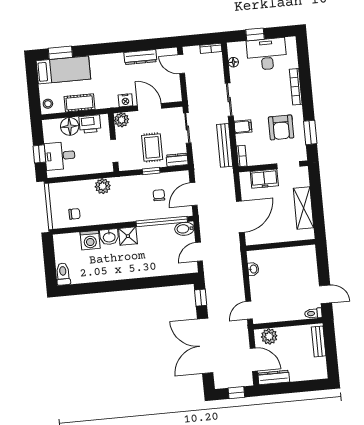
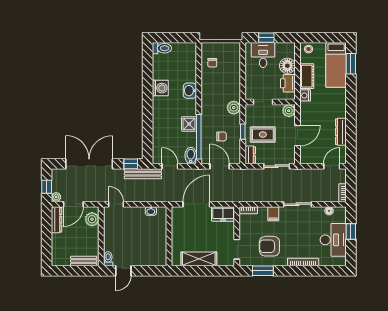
nightstand: (125, 100) -> (305, 95), moved
bench: (225, 145) -> (143, 174), moved
freezer: (264, 179) -> (223, 214), moved, turned -90
plant: (103, 186) -> (234, 108), moved
door: (240, 217) -> (196, 204), swing flipped
shower: (128, 236) -> (189, 124), moved
washing machine: (90, 240) -> (160, 88), moved, turned 180
plant: (247, 380) -> (56, 197), added

